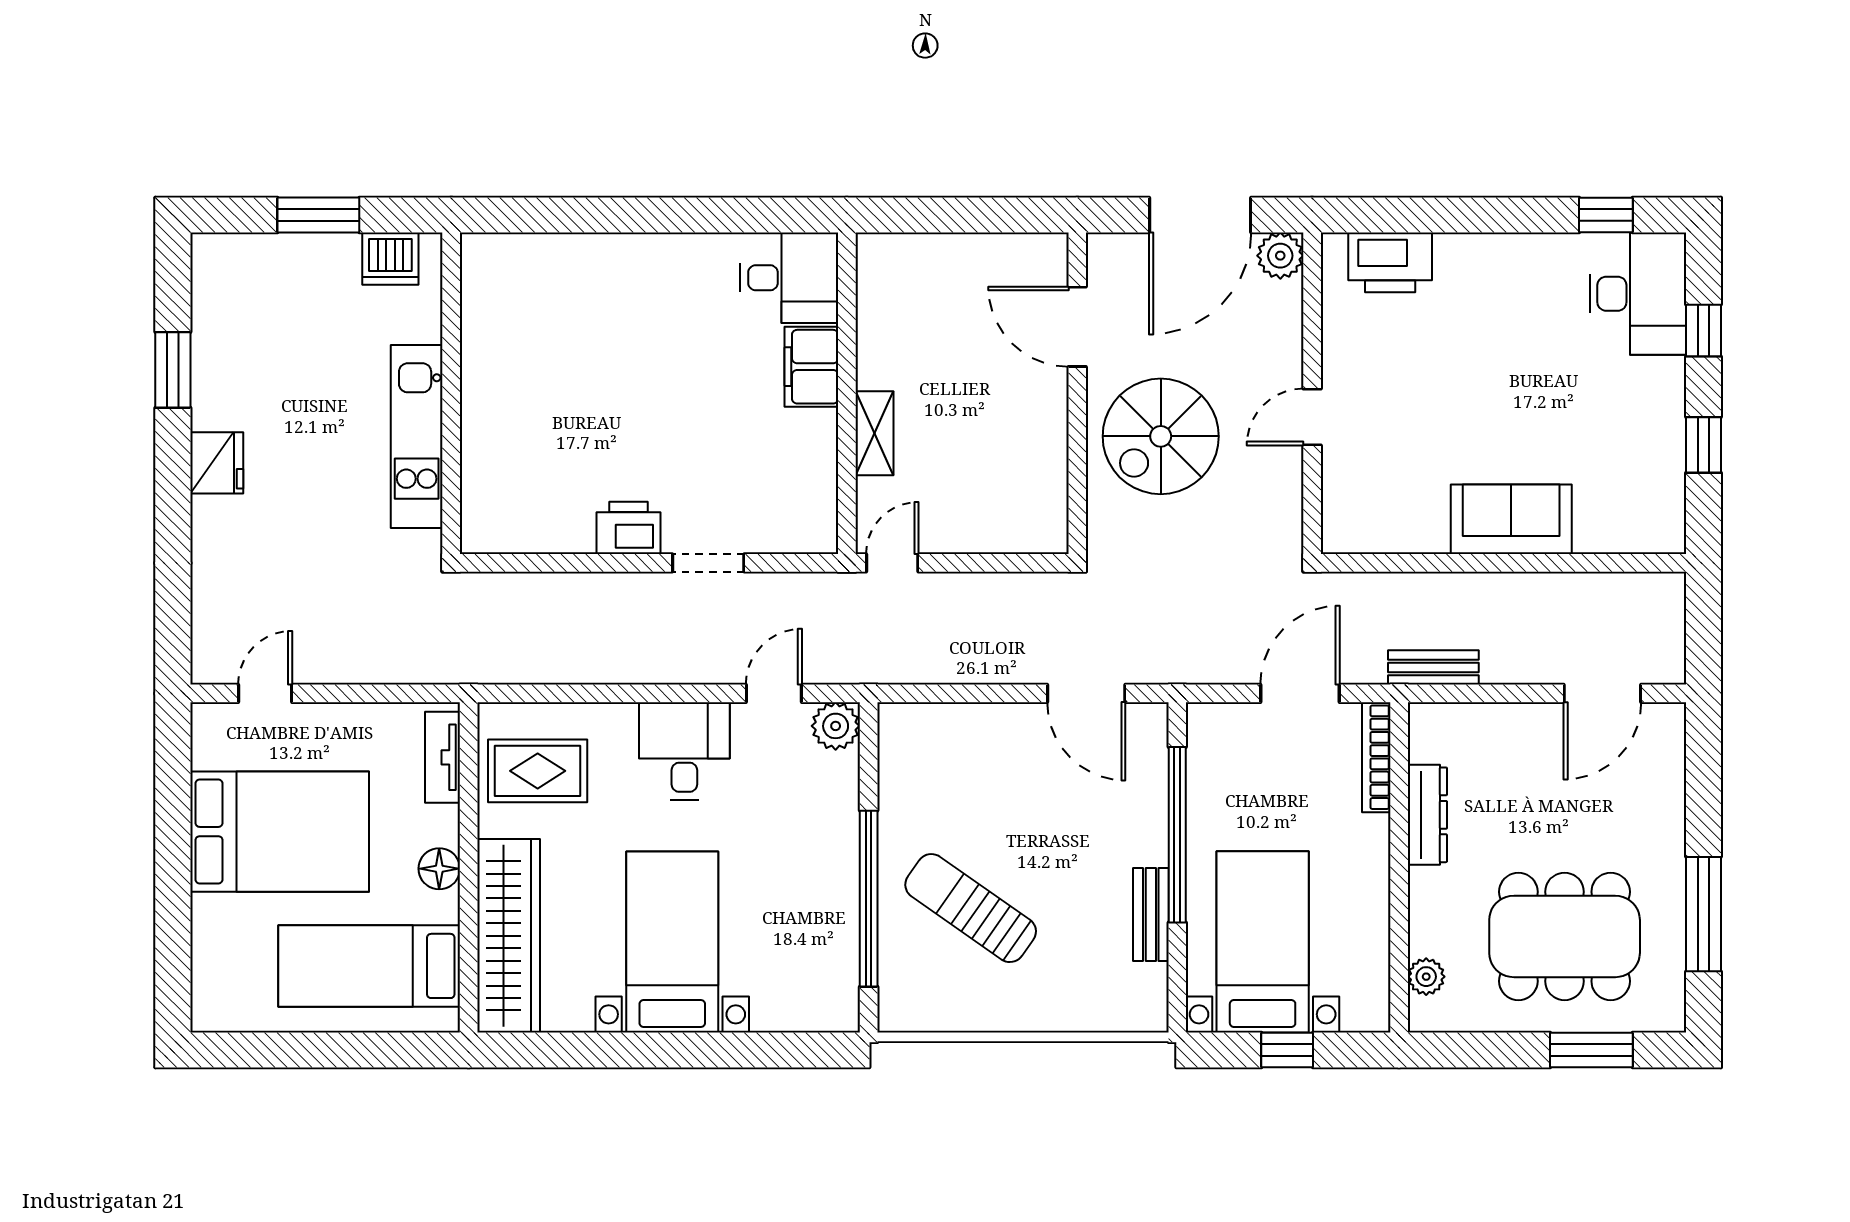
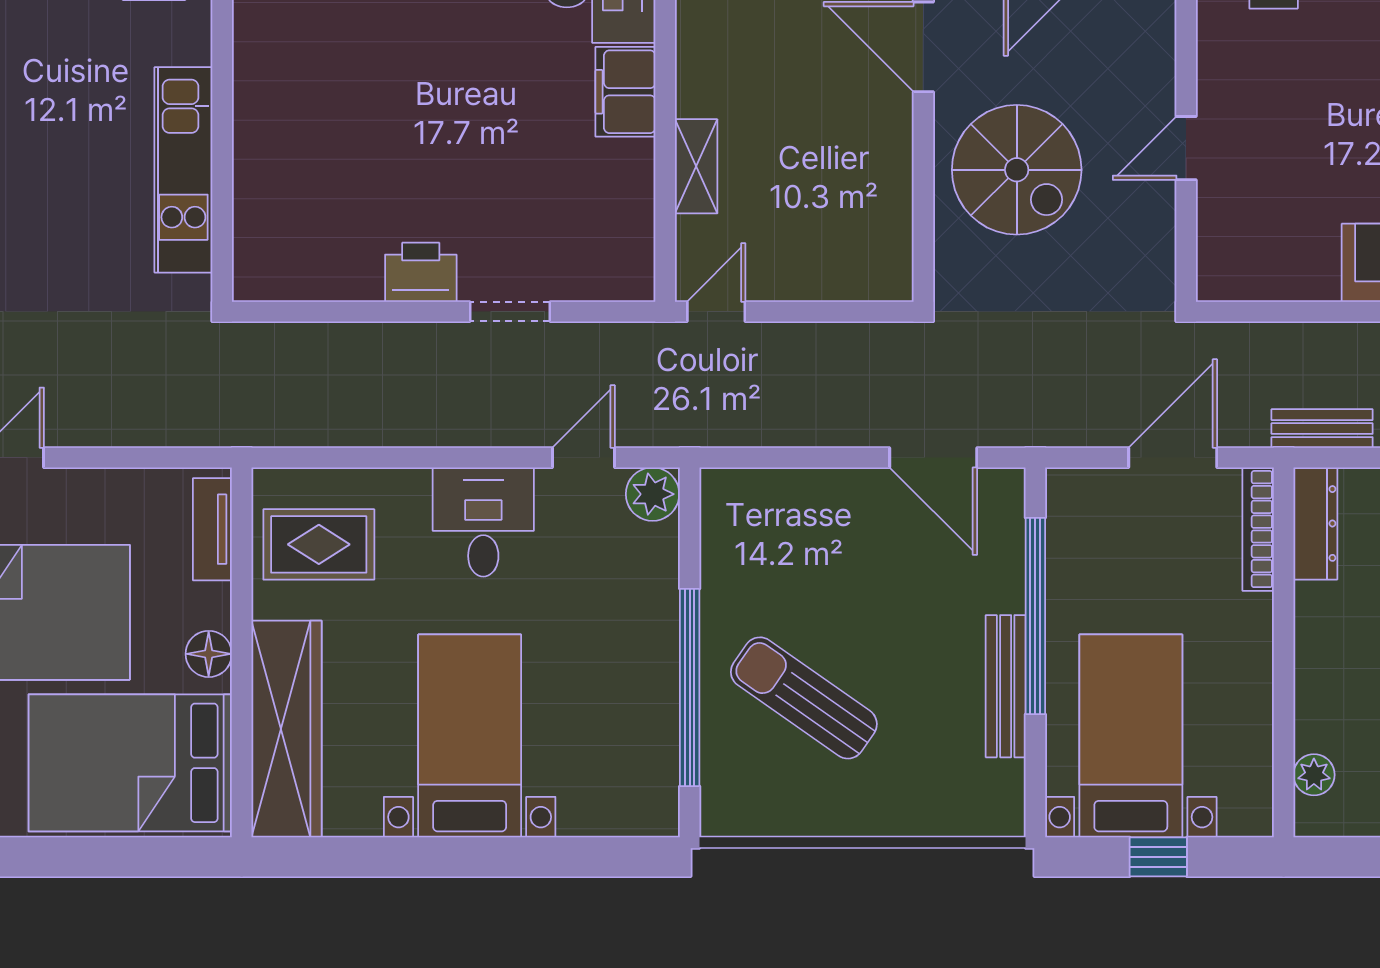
spiral stairs: (1161, 436) -> (1017, 170), turned -90
dresser: (1427, 815) -> (1315, 523), moved
bench: (1151, 914) -> (1006, 686), width x1.36
bed: (369, 966) -> (130, 763), width x1.50

